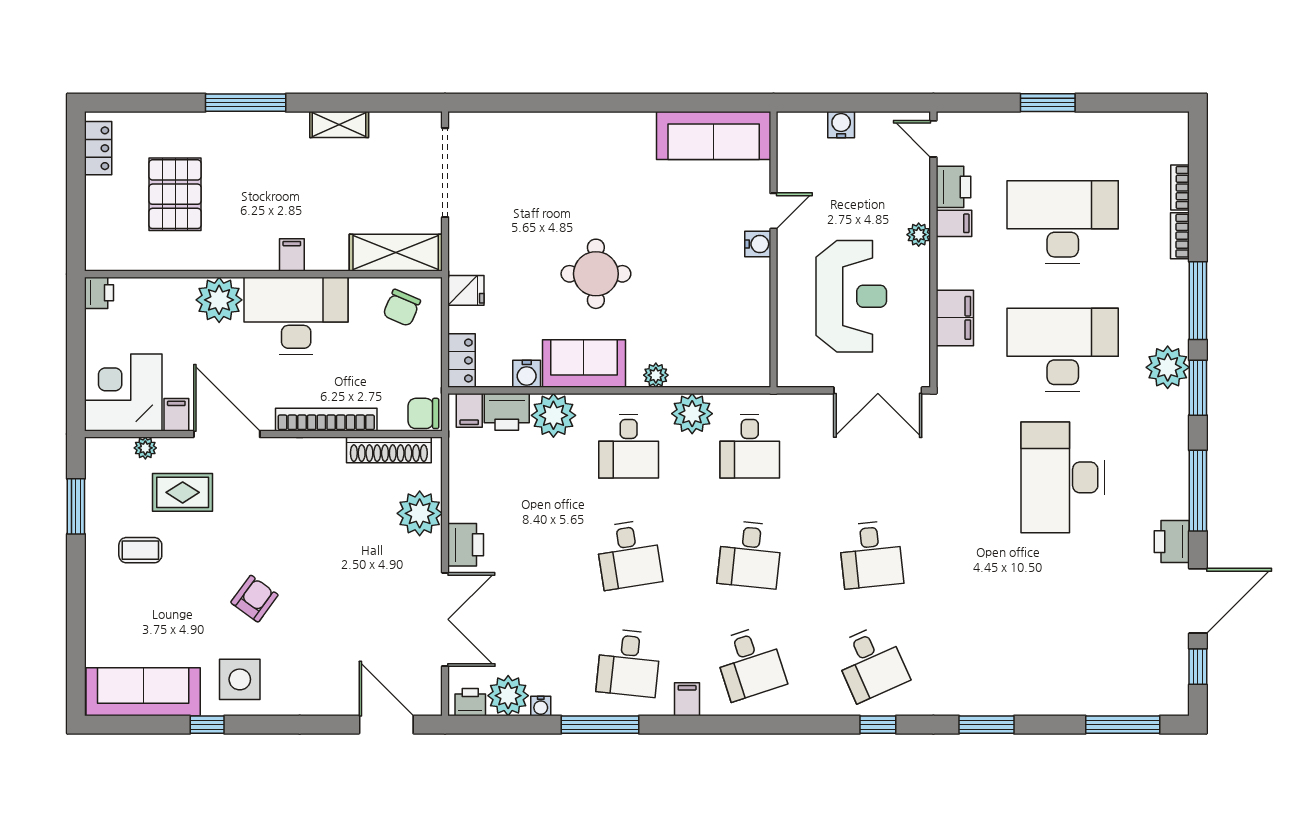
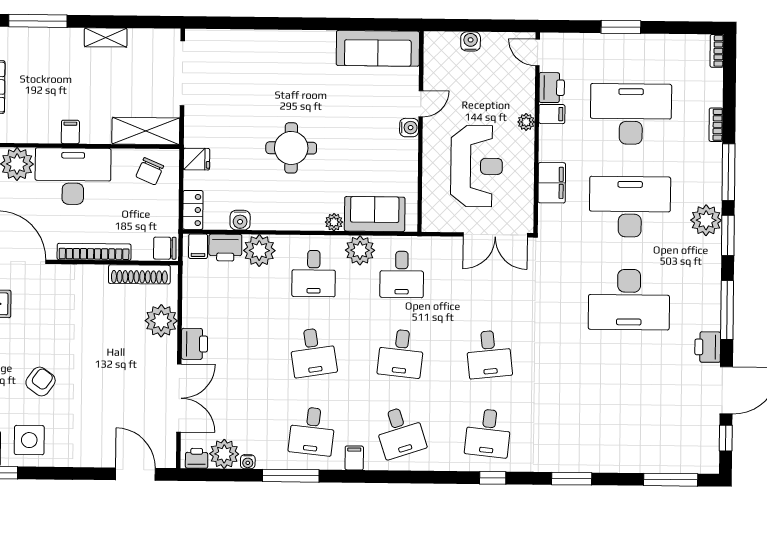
bookcase: (1180, 187) -> (717, 51), moved
sofa: (584, 364) -> (375, 214), moved
desk: (1063, 477) -> (629, 300), turned -90
desk: (871, 663) -> (488, 433), turned 30

